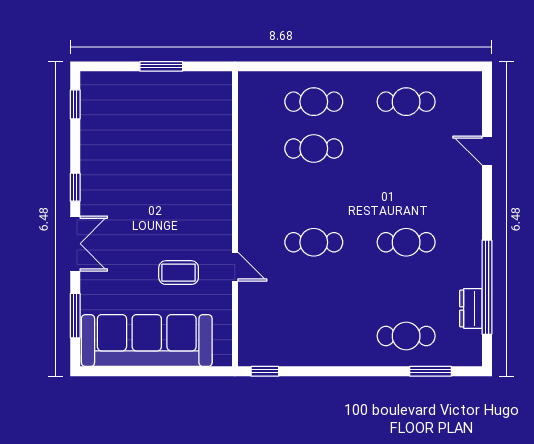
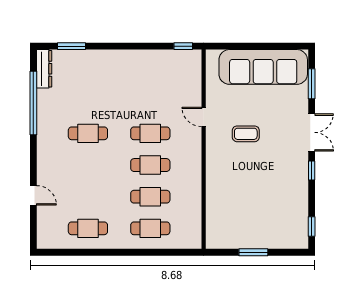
double door: (75, 244) -> (312, 132), swing flipped
coffee table: (179, 273) -> (246, 134), moved
dresser: (471, 308) -> (44, 69), moved, width x1.44
cafe table: (406, 336) -> (150, 165), moved

